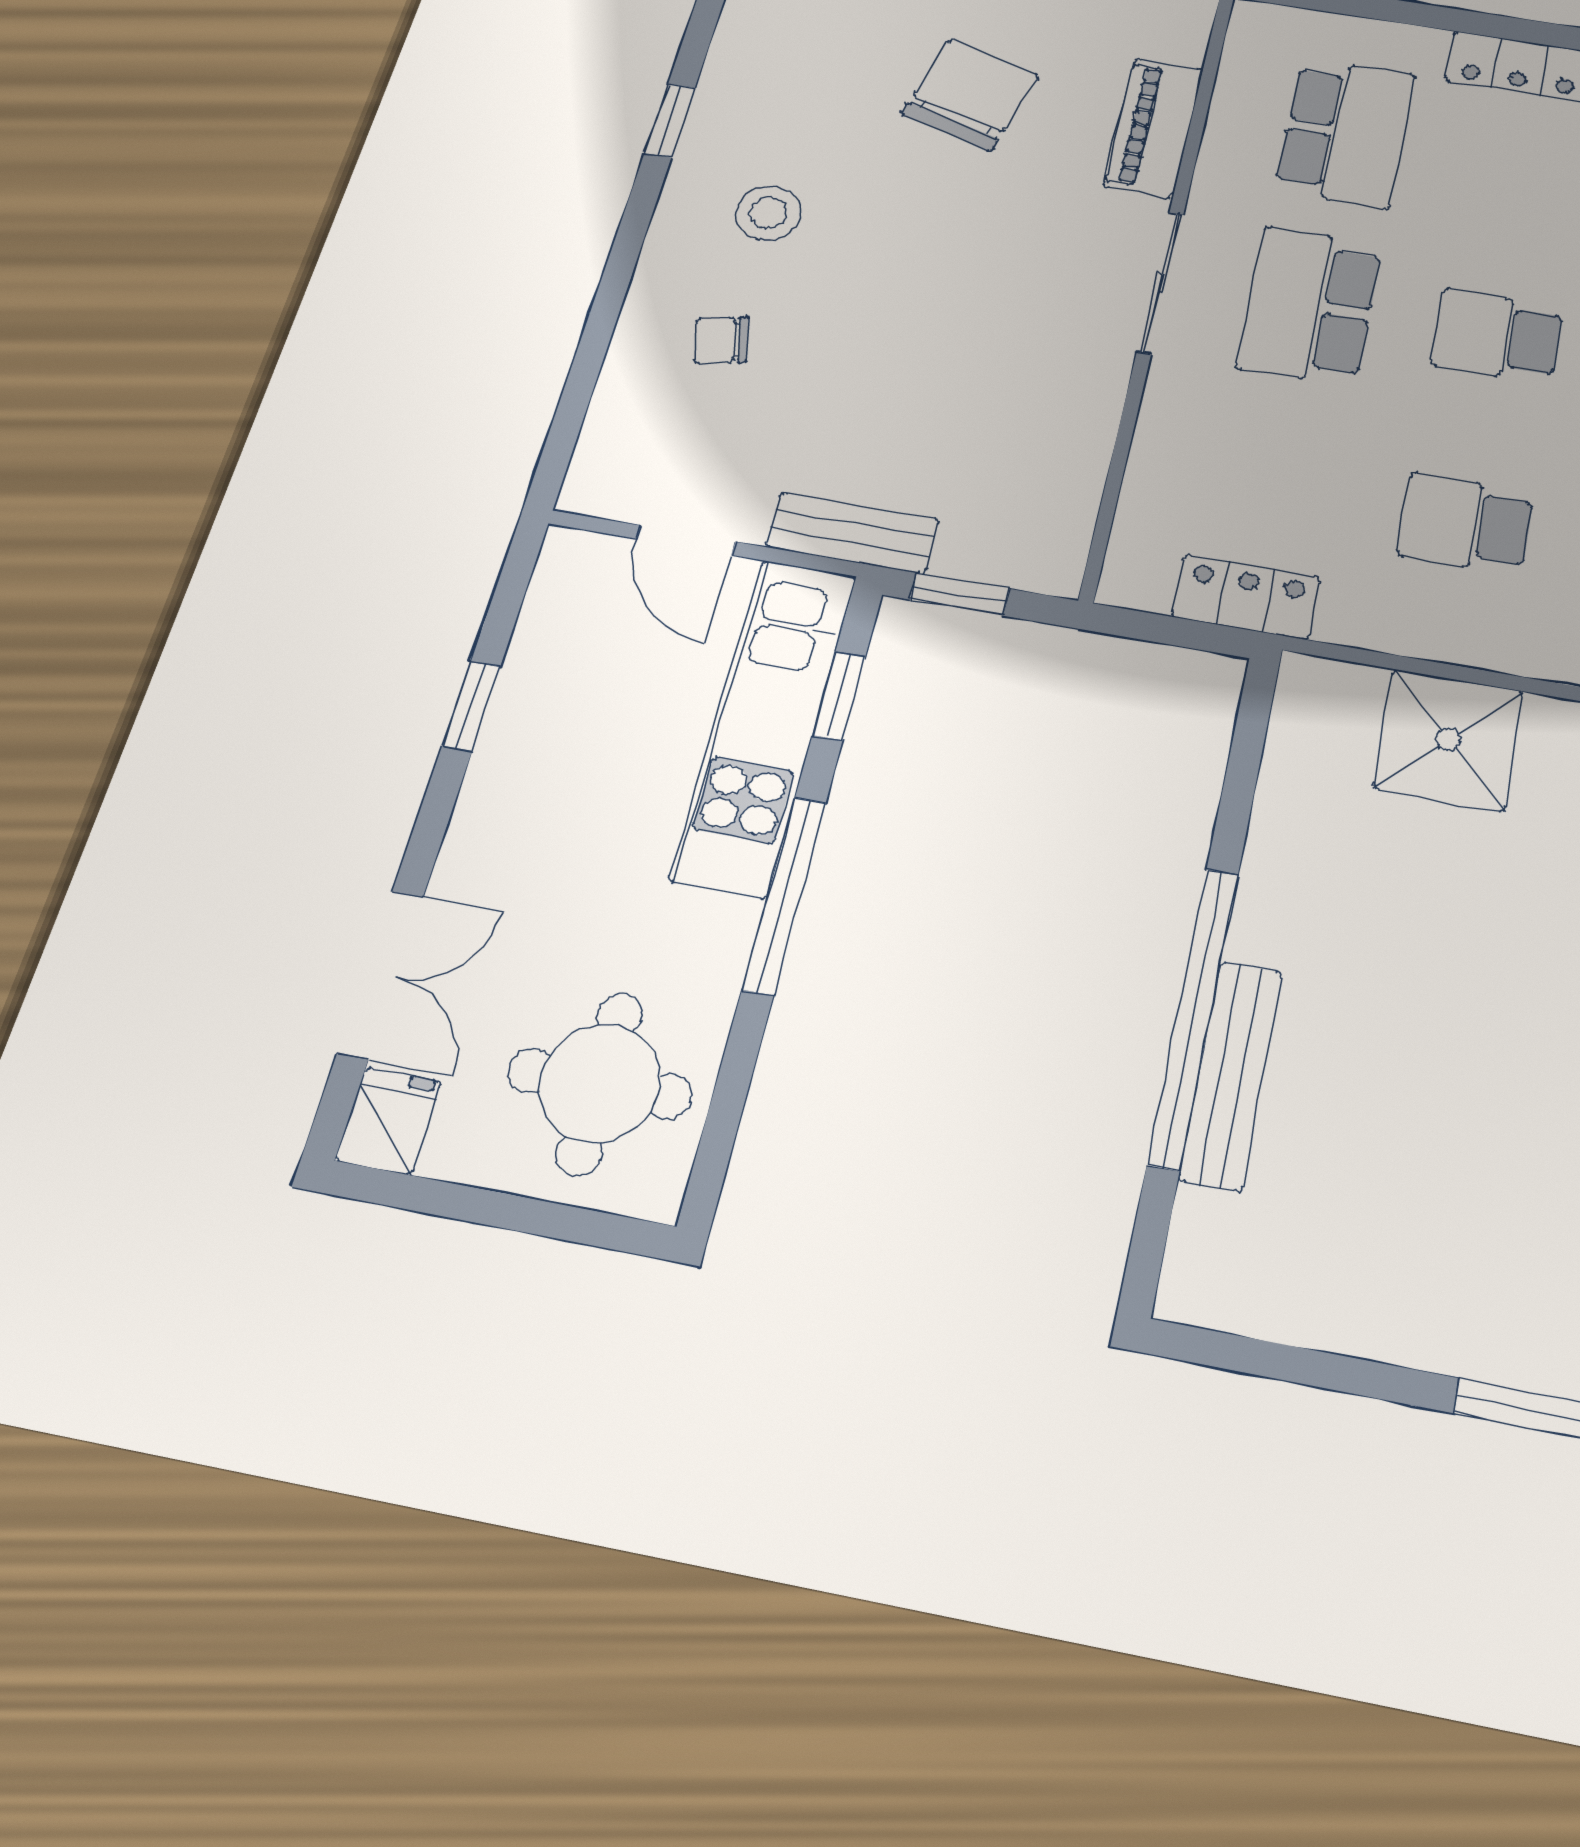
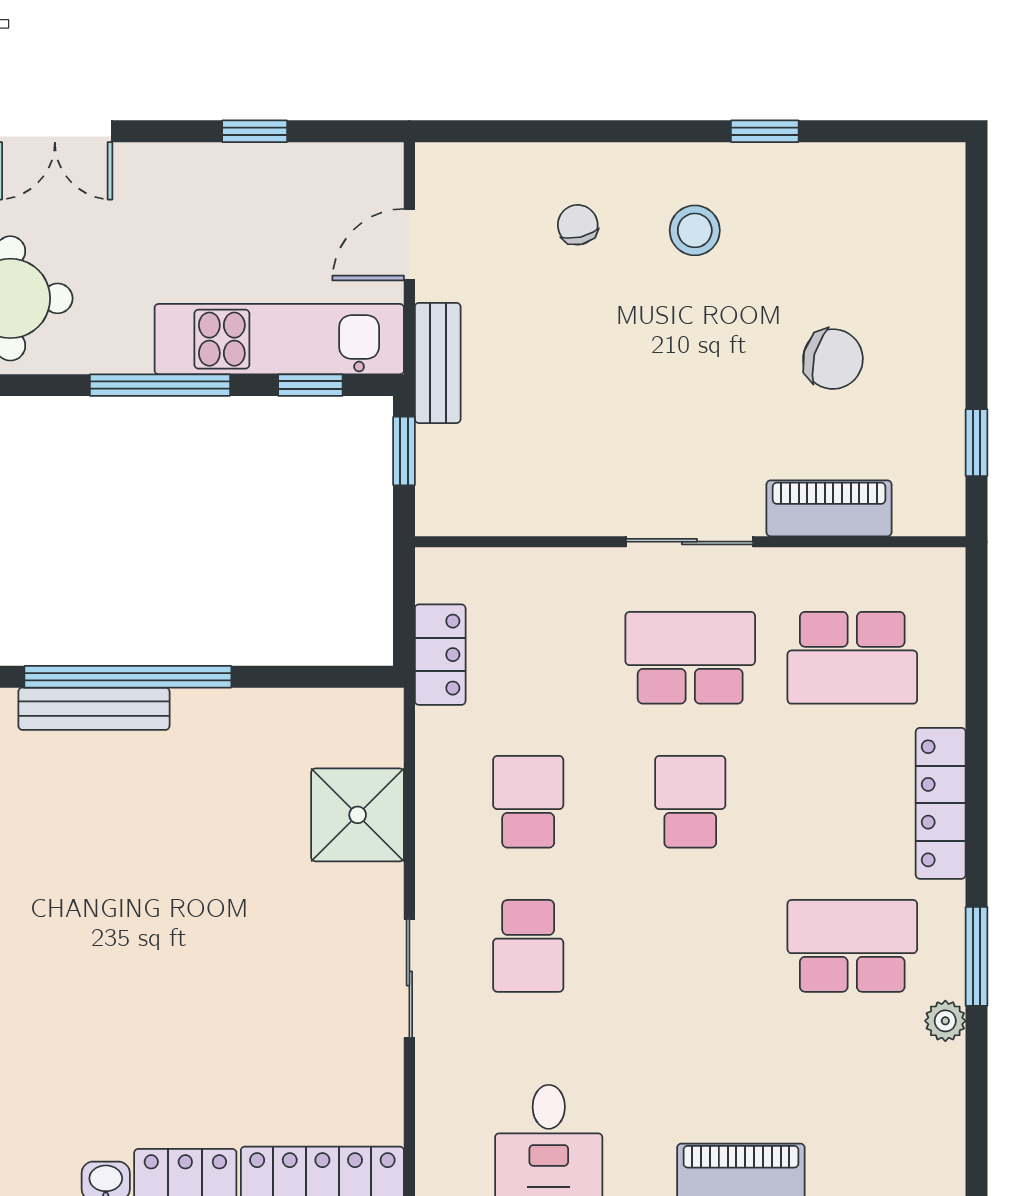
chair: (970, 94) -> (833, 359), width x0.73, depth x0.73

